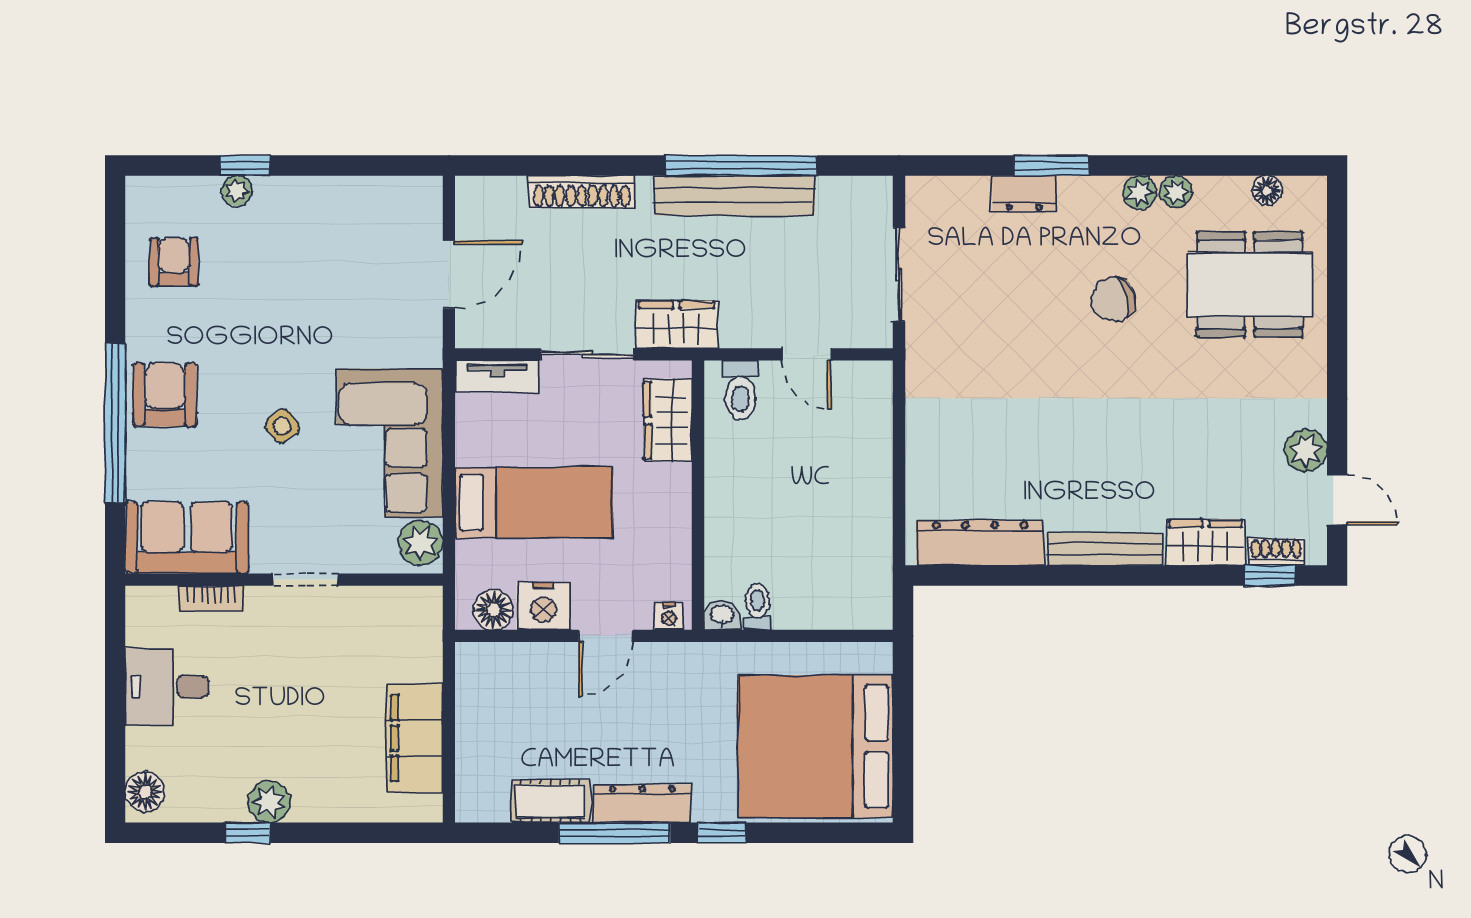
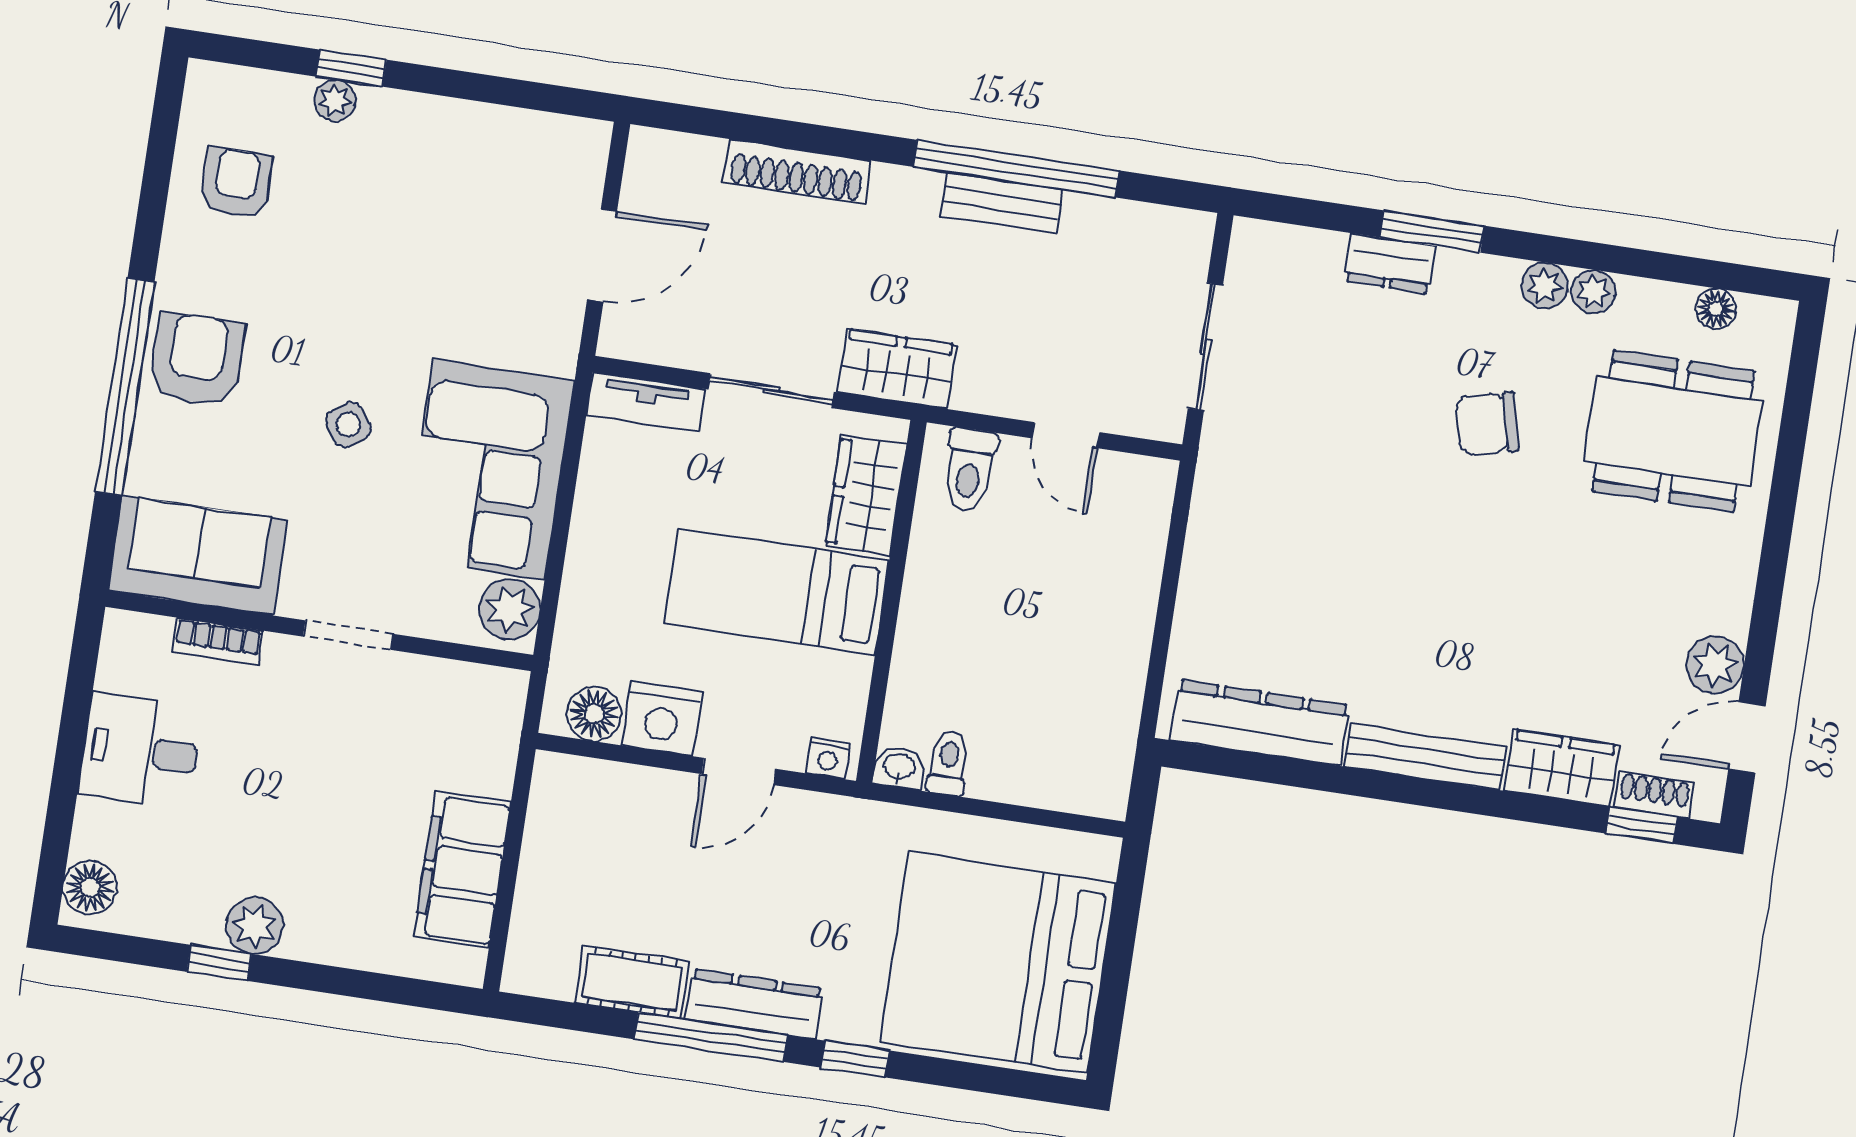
bench: (734, 196) -> (1001, 203), width x0.54, depth x0.82
door: (1337, 500) -> (1747, 737), swing flipped
bed: (534, 503) -> (777, 592), moved, turned 180

